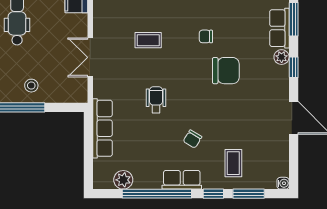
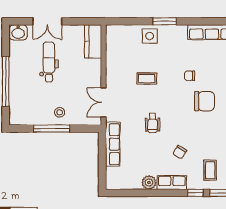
double door: (90, 57) -> (104, 102), moved
wheelchair: (156, 100) -> (153, 123), turned 180
plant: (123, 180) -> (149, 183), moved
window: (157, 194) -> (153, 193), removed

